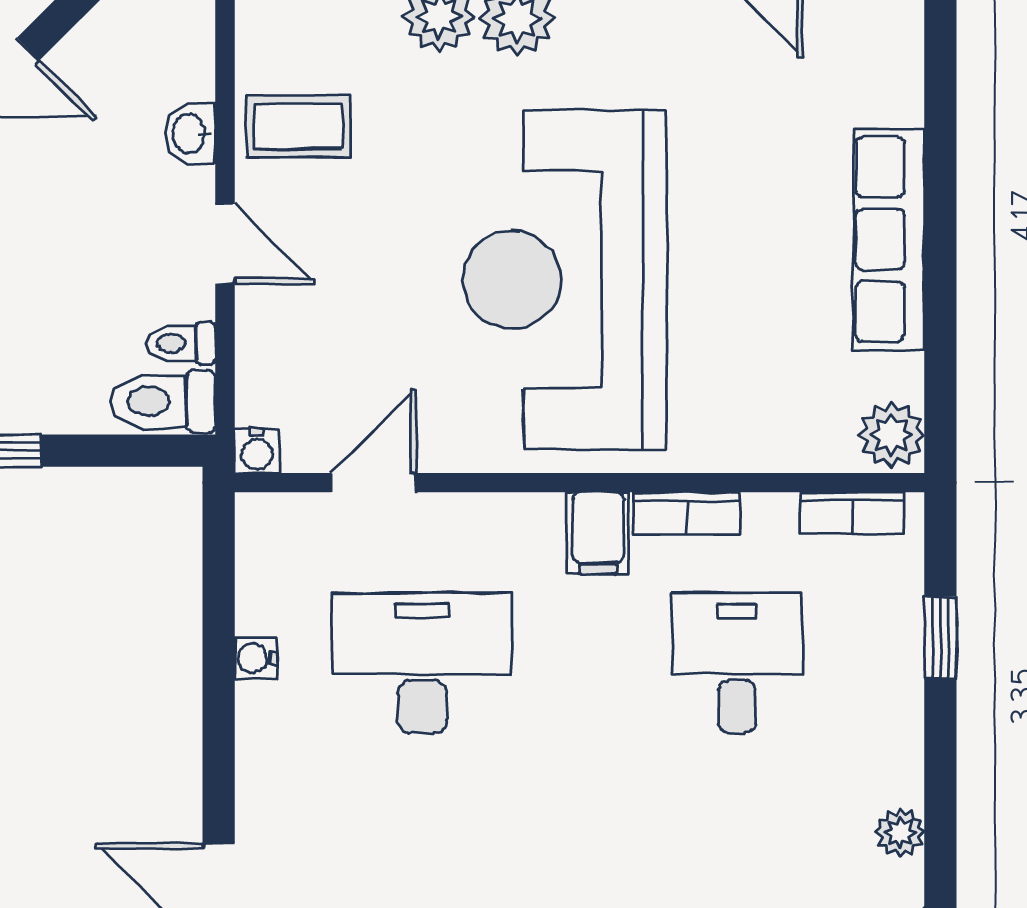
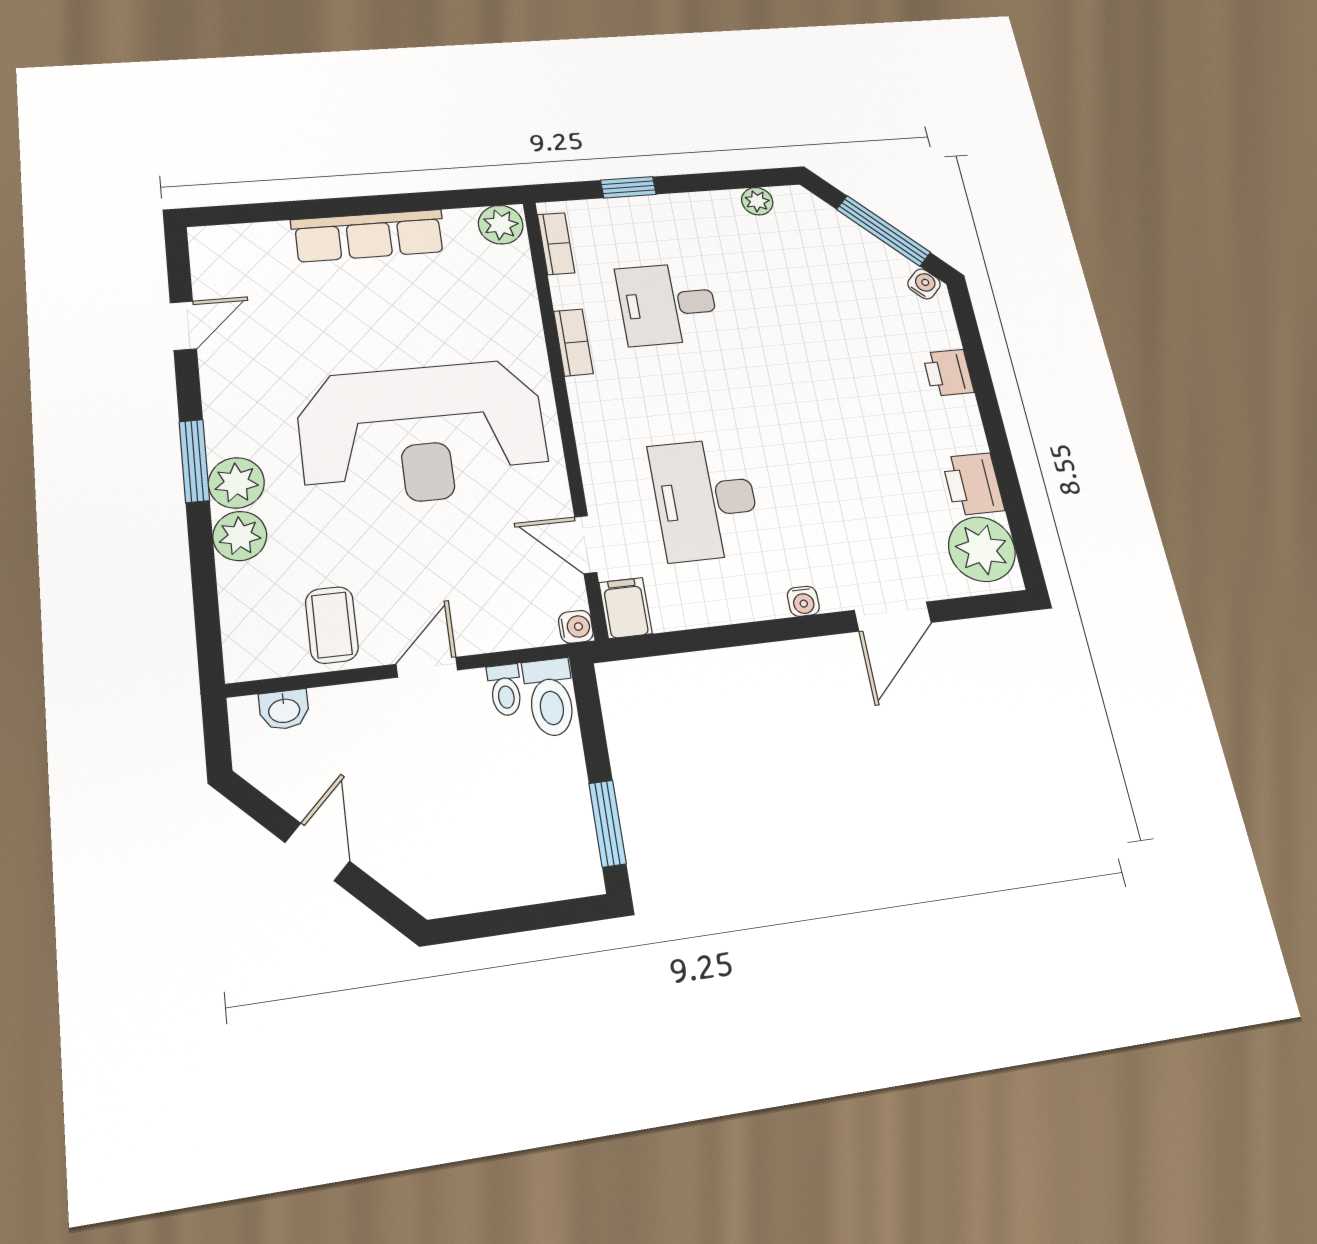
washbasin: (190, 134) -> (284, 710), moved
filing cabinet: (598, 533) -> (626, 608), moved, turned -90
water cooler: (256, 658) -> (803, 601), moved

